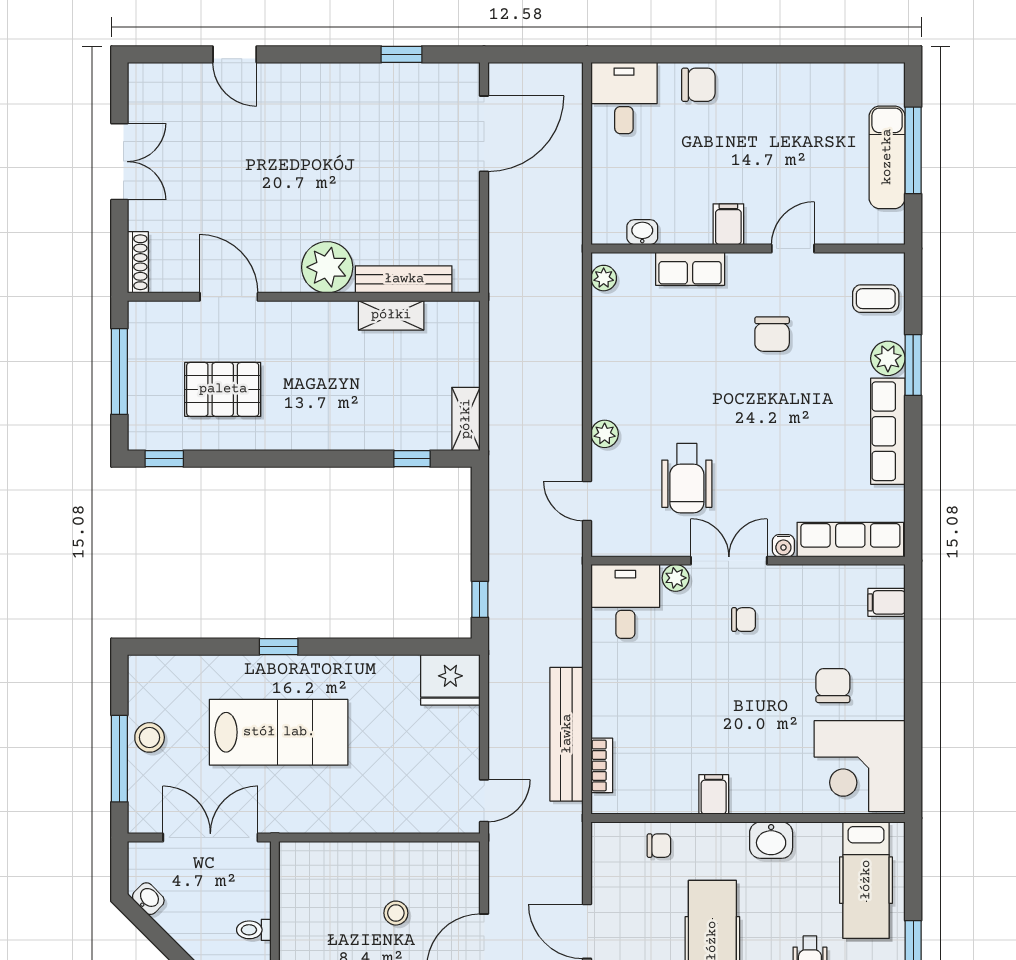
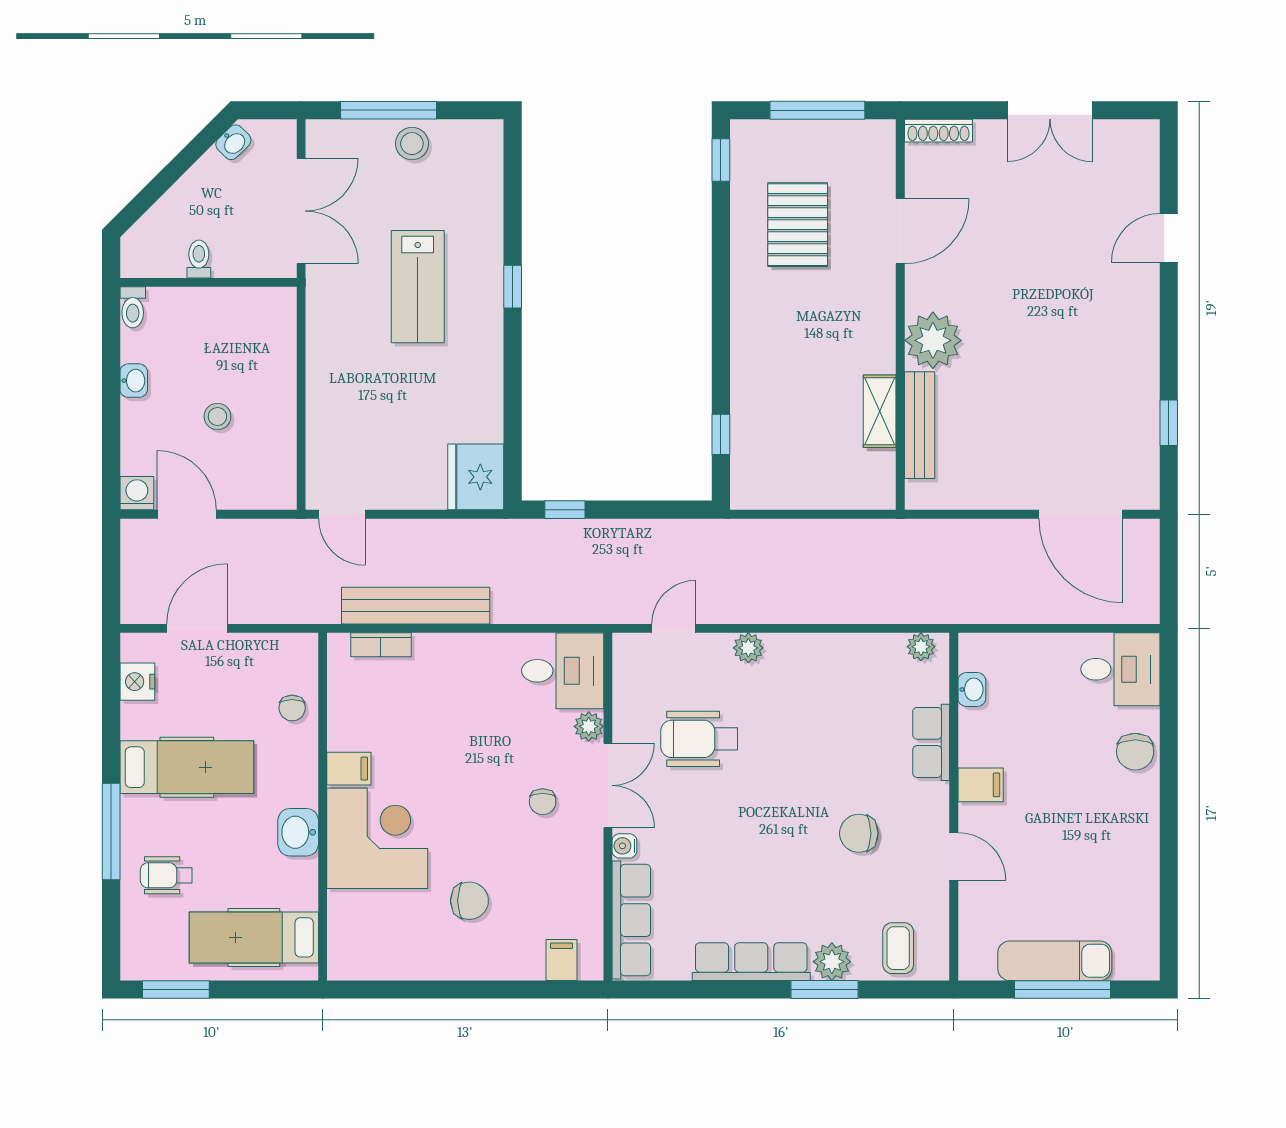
shelving: (466, 419) -> (765, 494), removed
lab bench: (279, 732) -> (418, 287), width x0.73, depth x0.72
corner desk: (860, 766) -> (377, 838), moved, turned 90

